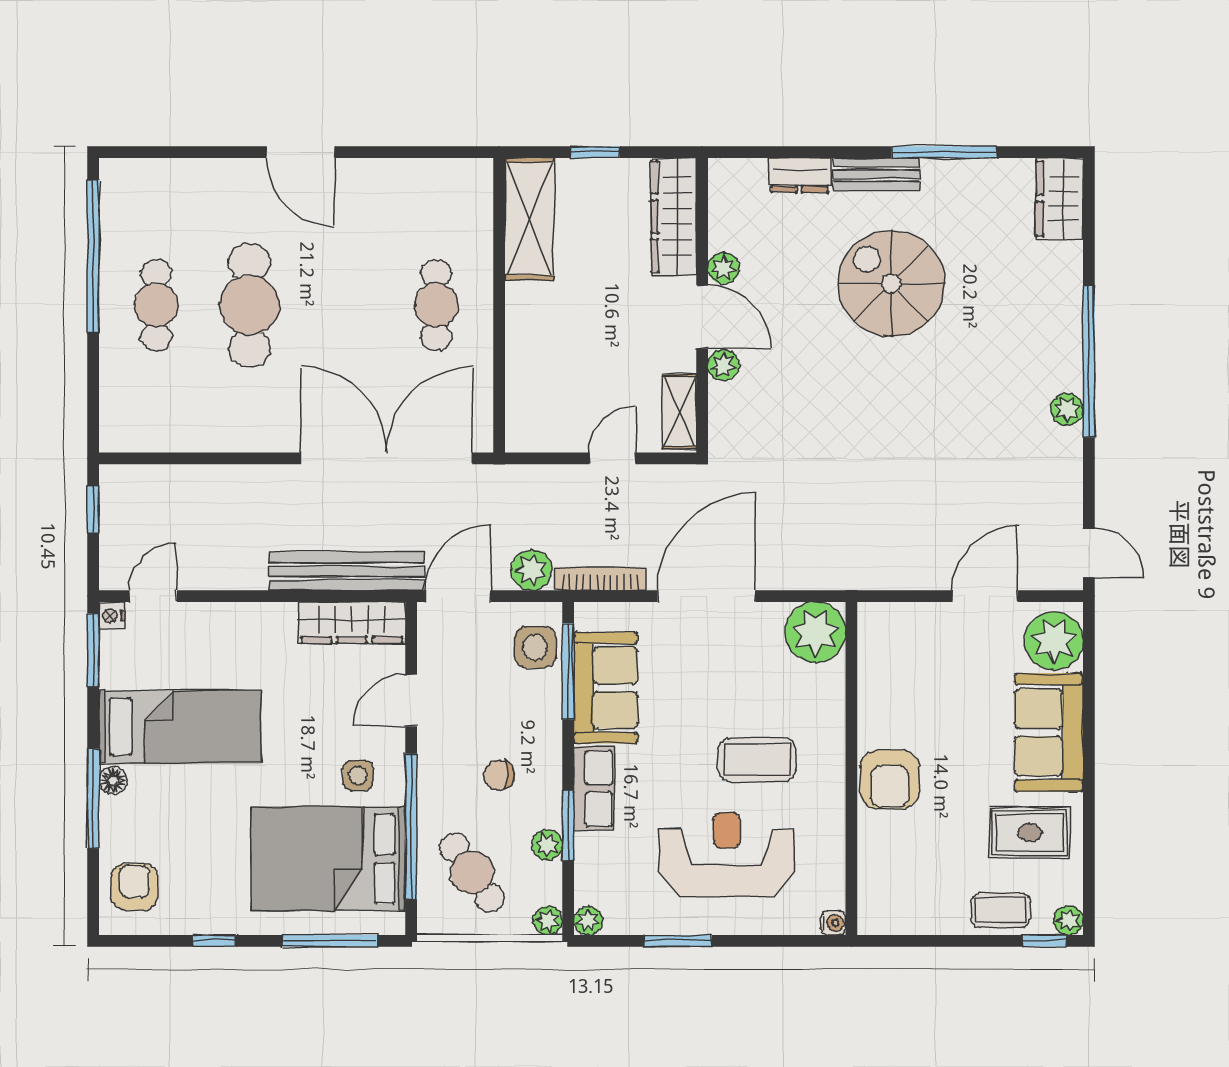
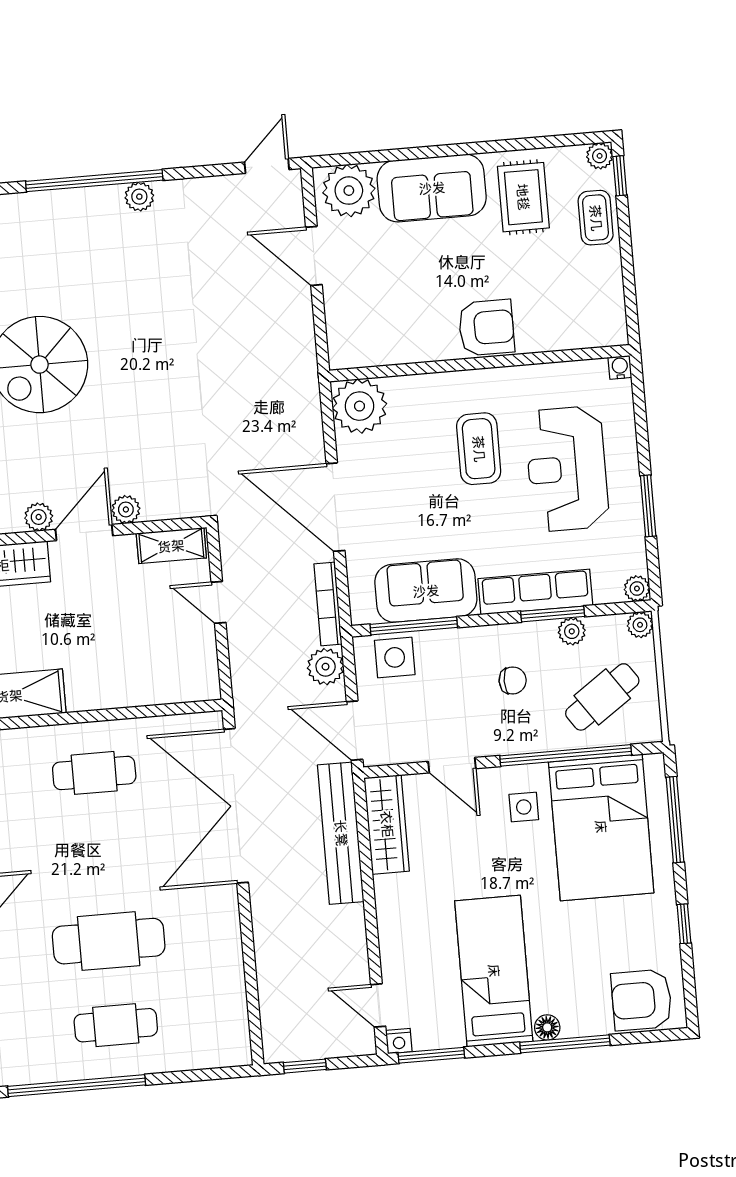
chair: (499, 775) -> (513, 680), turned -90
row of seats: (594, 788) -> (535, 592), width x1.48
armchair: (134, 887) -> (642, 1000), width x1.38, depth x1.38

